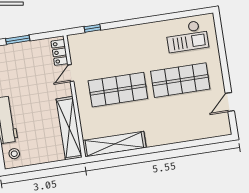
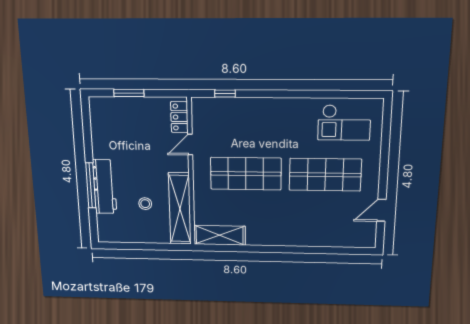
shelving: (114, 144) -> (220, 235), width x0.68
stool: (14, 154) -> (145, 204), moved

